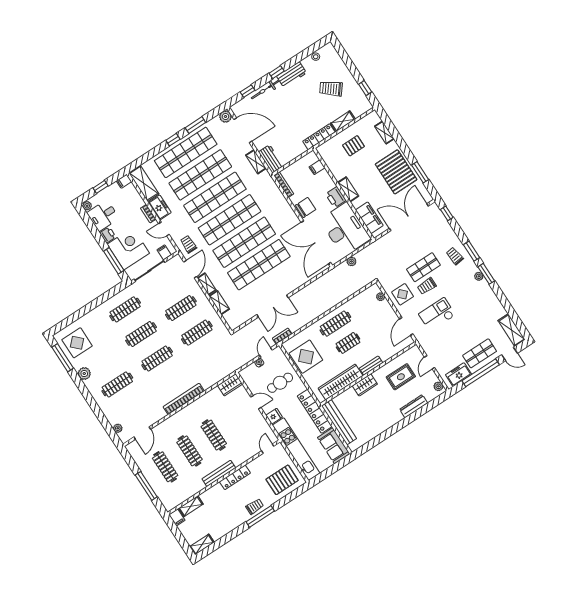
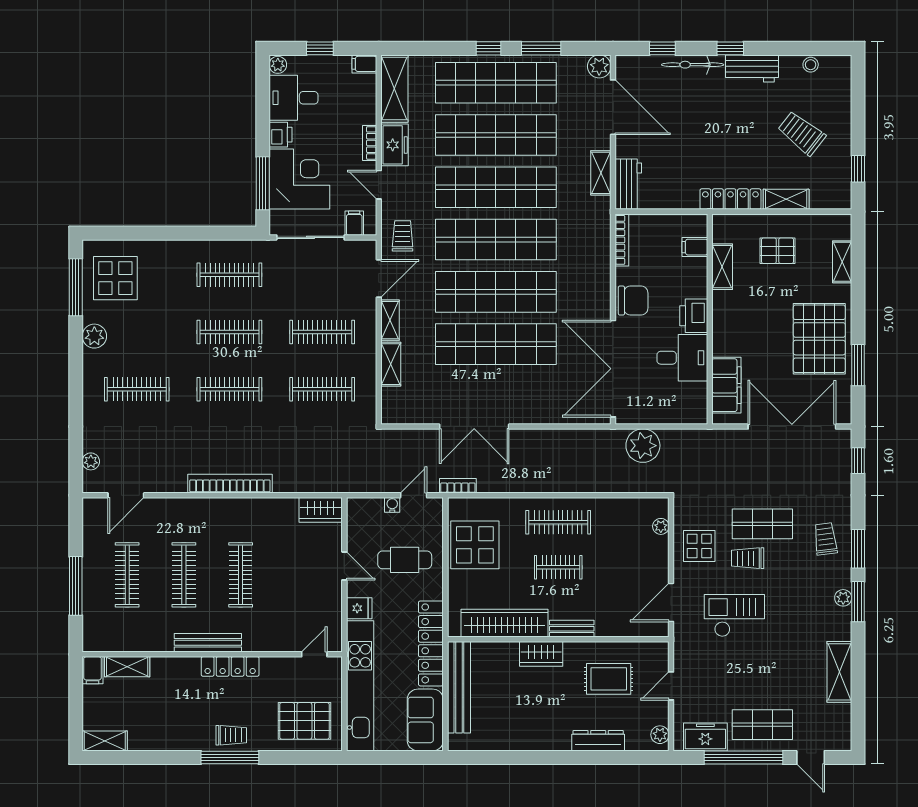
shelving: (348, 189) -> (722, 267), moved
desk: (345, 229) -> (682, 358), width x0.53, depth x0.77
plant: (351, 261) -> (643, 446), width x1.87, depth x1.87
shelving: (512, 330) -> (839, 672), moved

